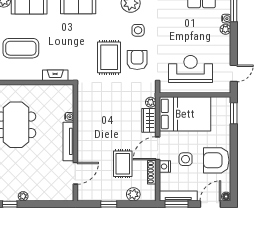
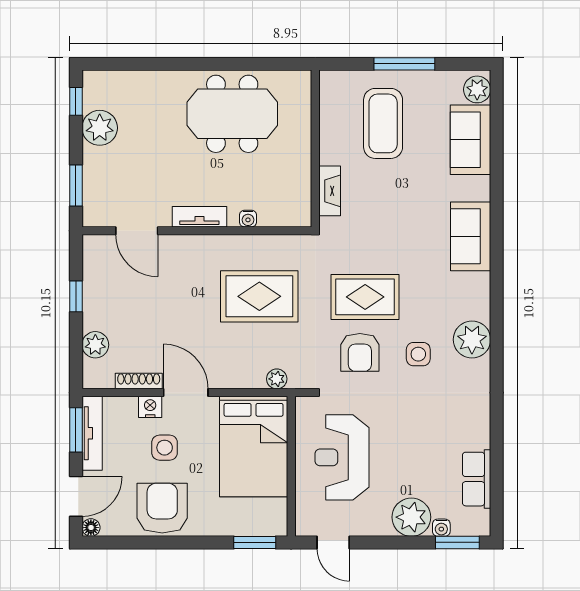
plant: (225, 29) -> (411, 517), width x1.87, depth x1.87
armchair: (137, 60) -> (360, 352), turned 90
reception desk: (191, 69) -> (342, 457), turned 180
wardrobe: (149, 120) -> (241, 375), removed
tv unit: (68, 141) -> (199, 217), width x0.71
rug: (123, 164) -> (259, 296), moved, width x1.36, depth x1.43
plant: (23, 196) -> (100, 128), width x1.88, depth x1.88
window: (52, 204) -> (76, 185), added
door: (210, 204) -> (76, 496), hinge flipped

